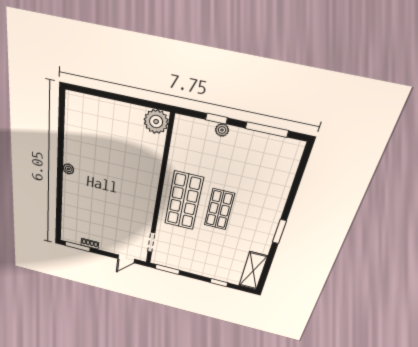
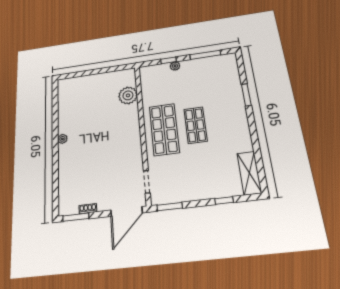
plant: (156, 122) -> (128, 95), moved
window: (279, 232) -> (246, 95), moved
door: (126, 259) -> (126, 211), width x1.88

